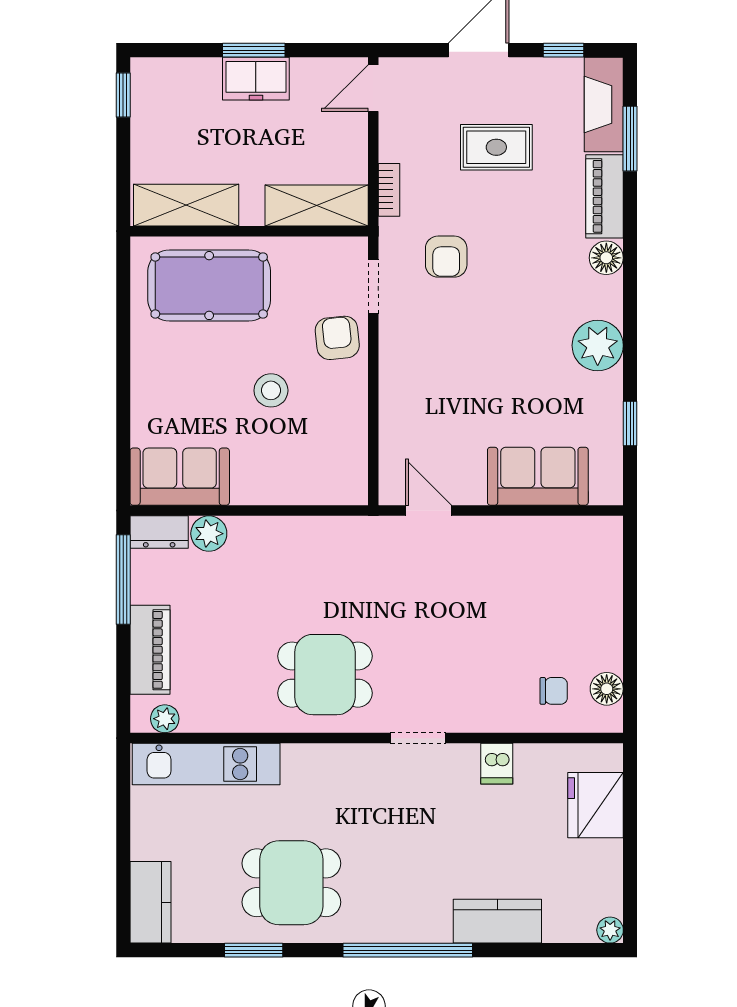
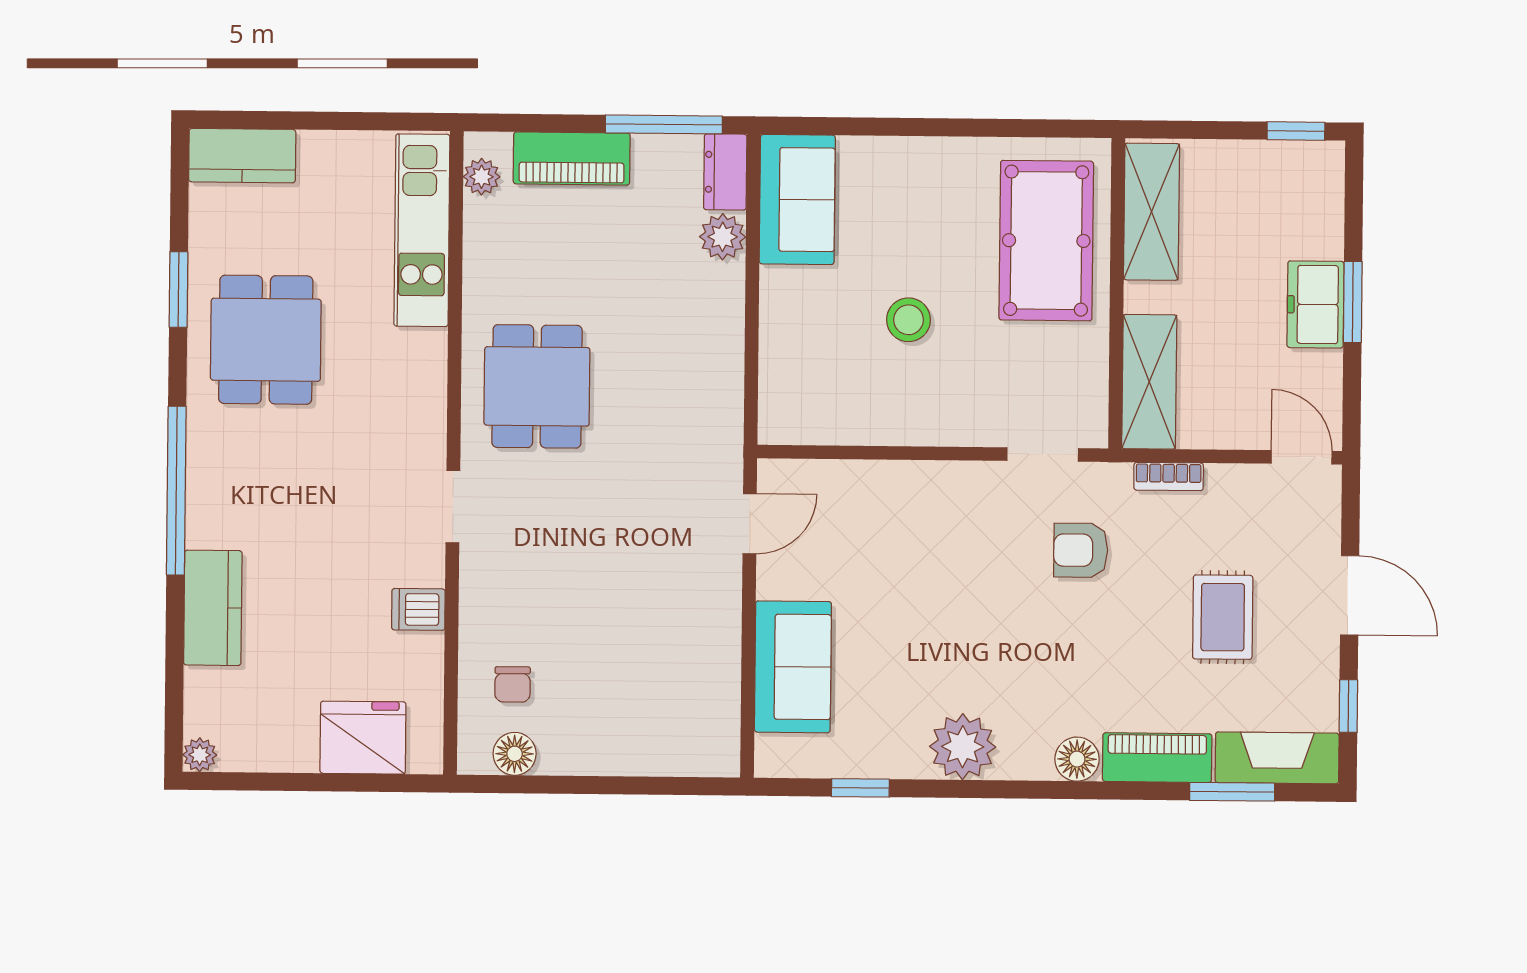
armchair: (337, 338) -> (976, 407), removed

